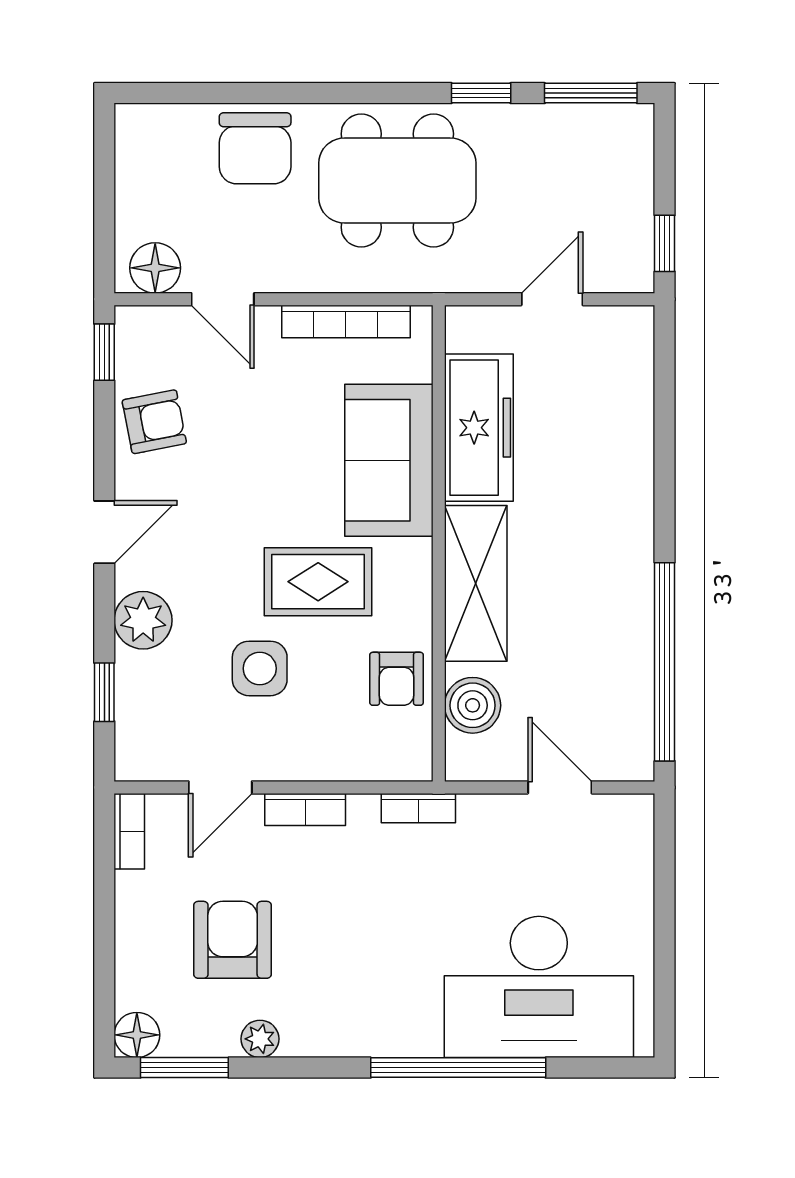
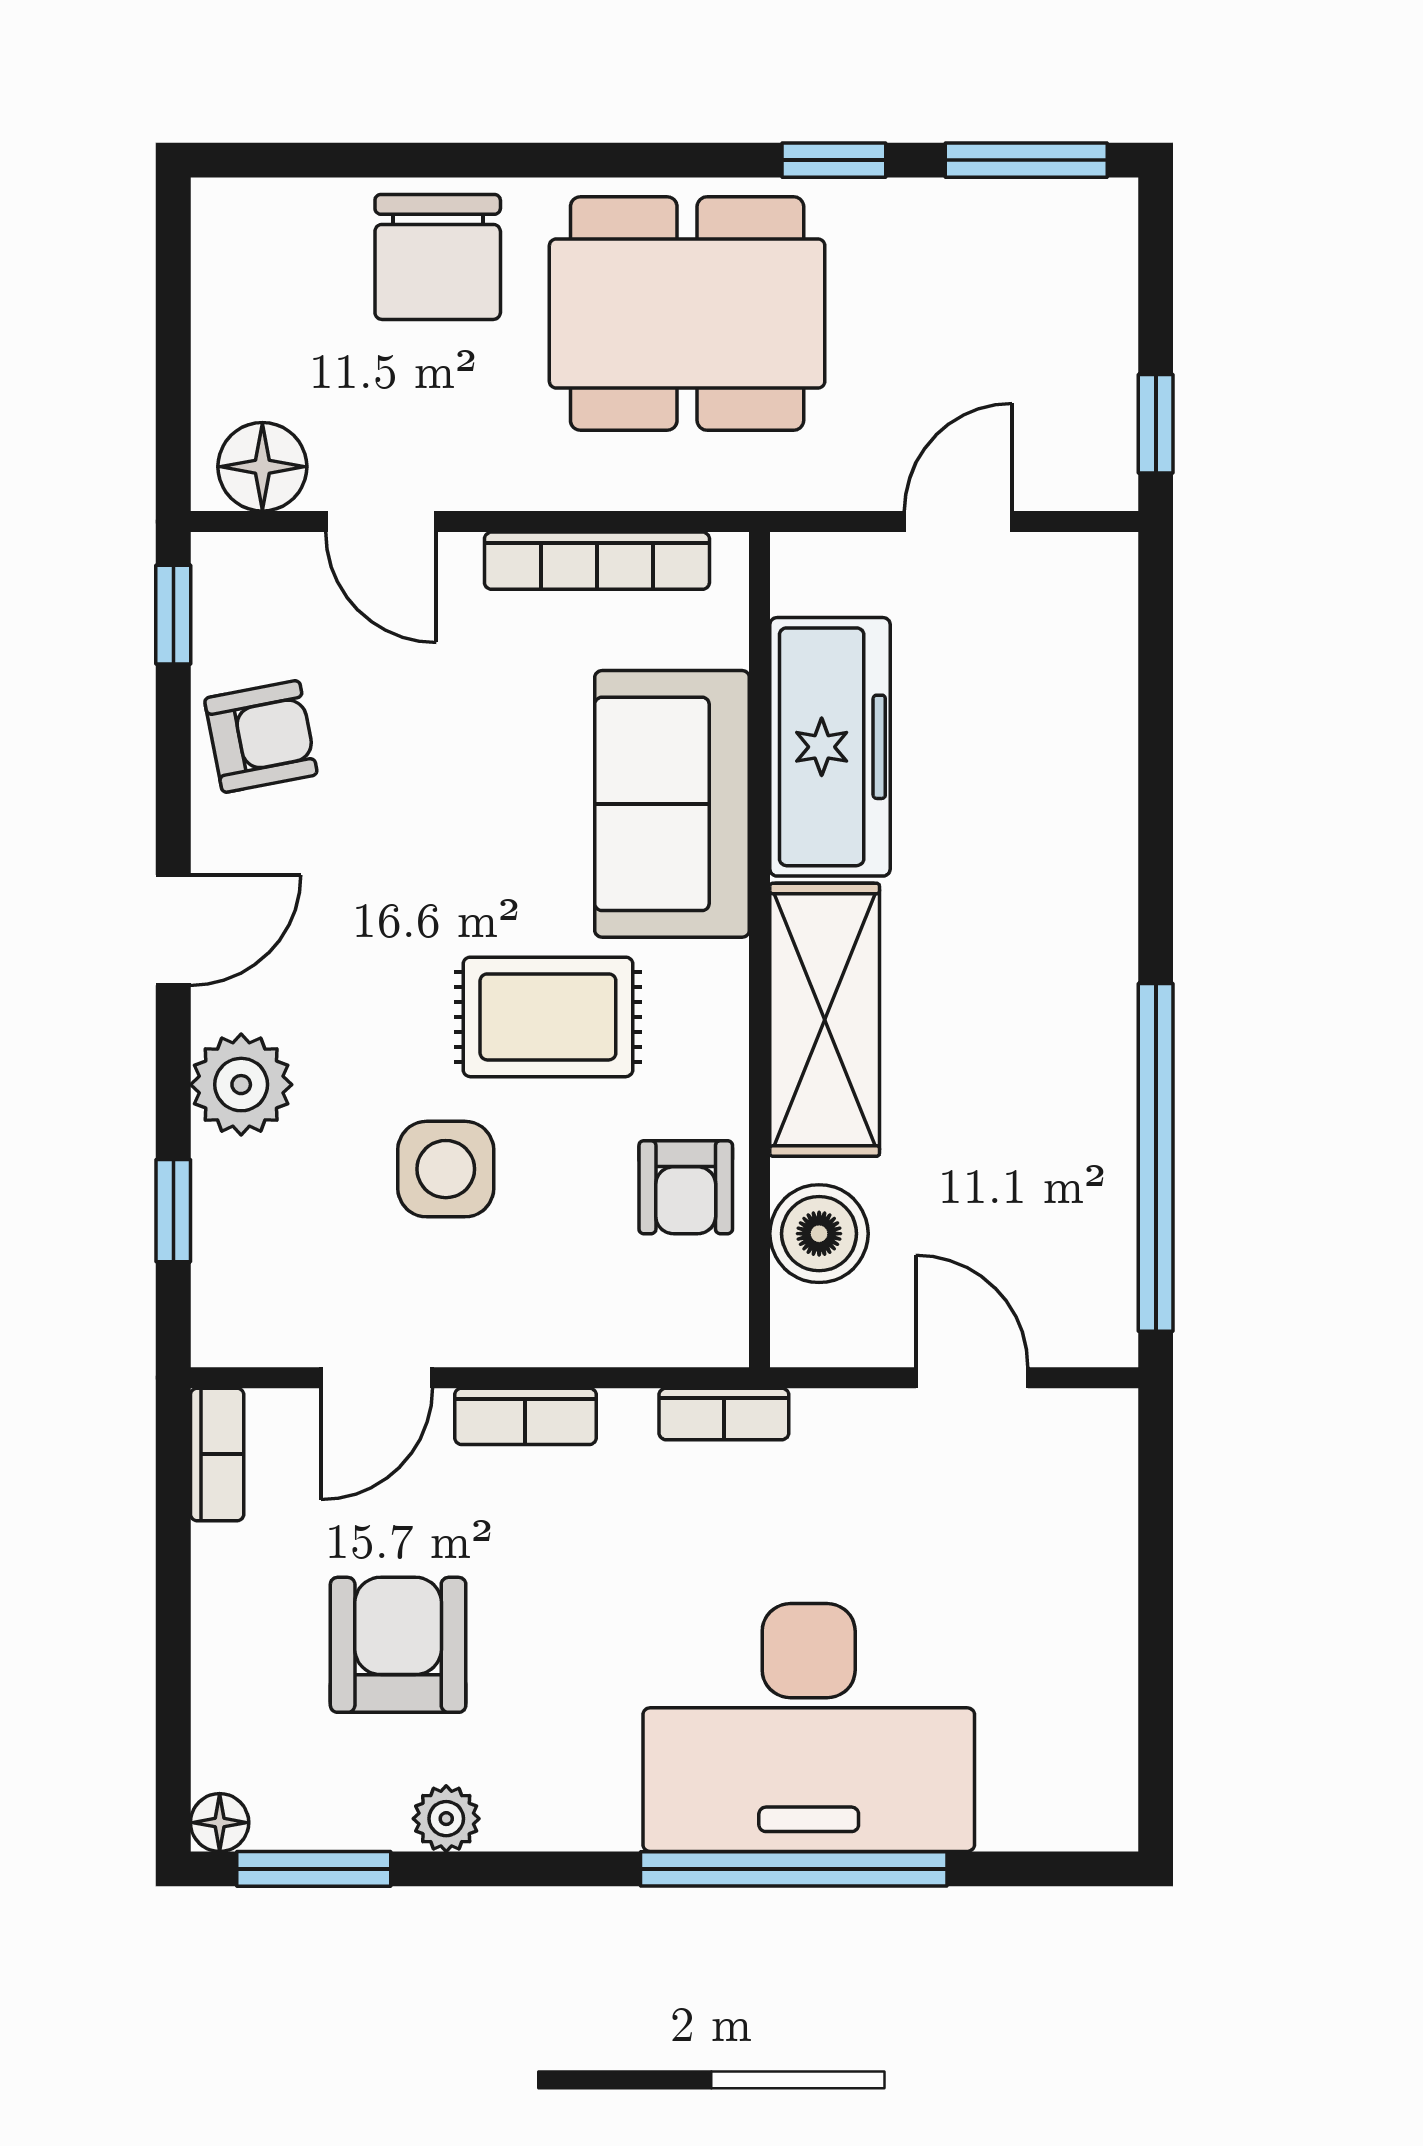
desk: (539, 987) -> (809, 1728), moved
floor lamp: (137, 1035) -> (220, 1823), width x0.73, depth x0.73

